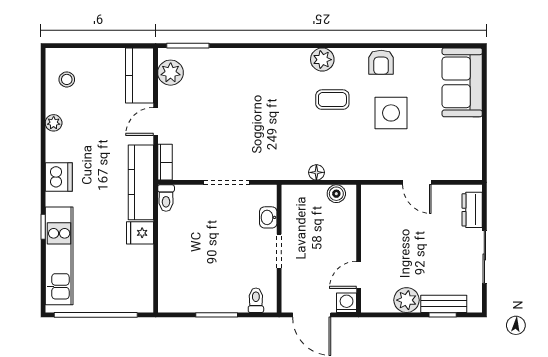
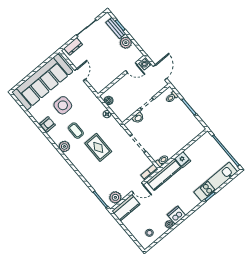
sofa: (462, 82) -> (42, 82), width x1.85, depth x1.27
rug: (275, 113) -> (98, 147), added
dishwasher: (59, 177) -> (177, 215), moved

